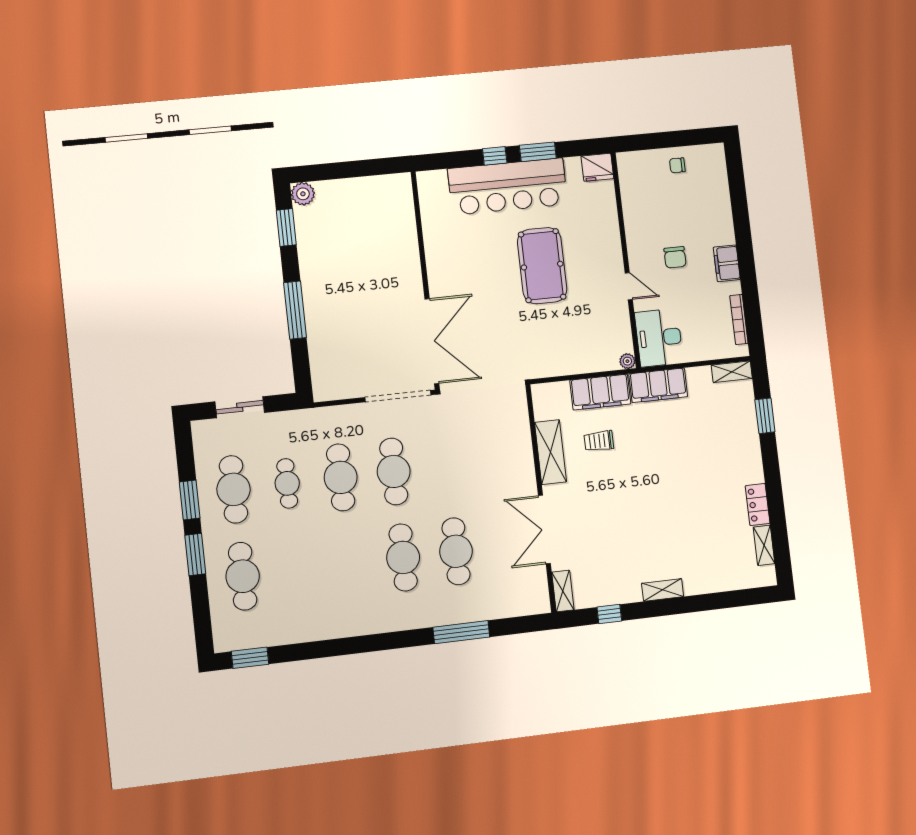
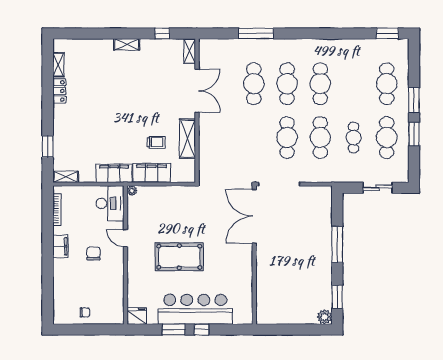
pool table: (542, 266) -> (179, 257), turned 90
cafe table: (350, 564) -> (320, 84), added

